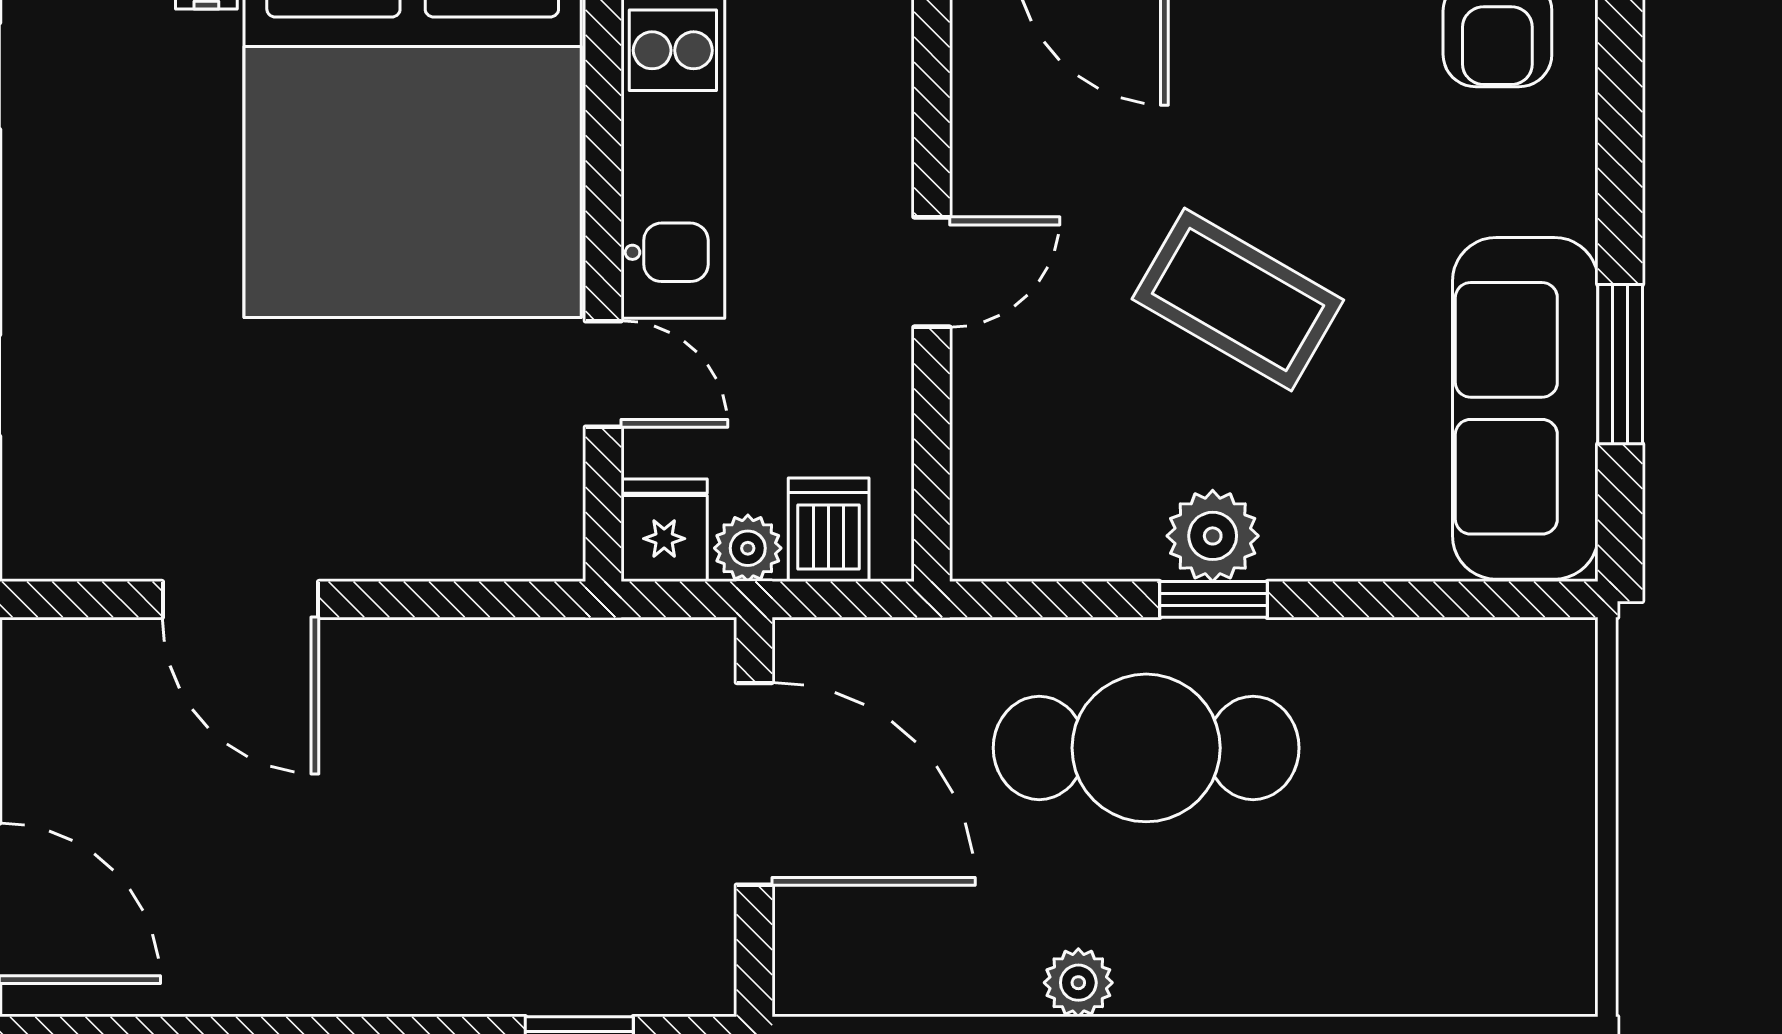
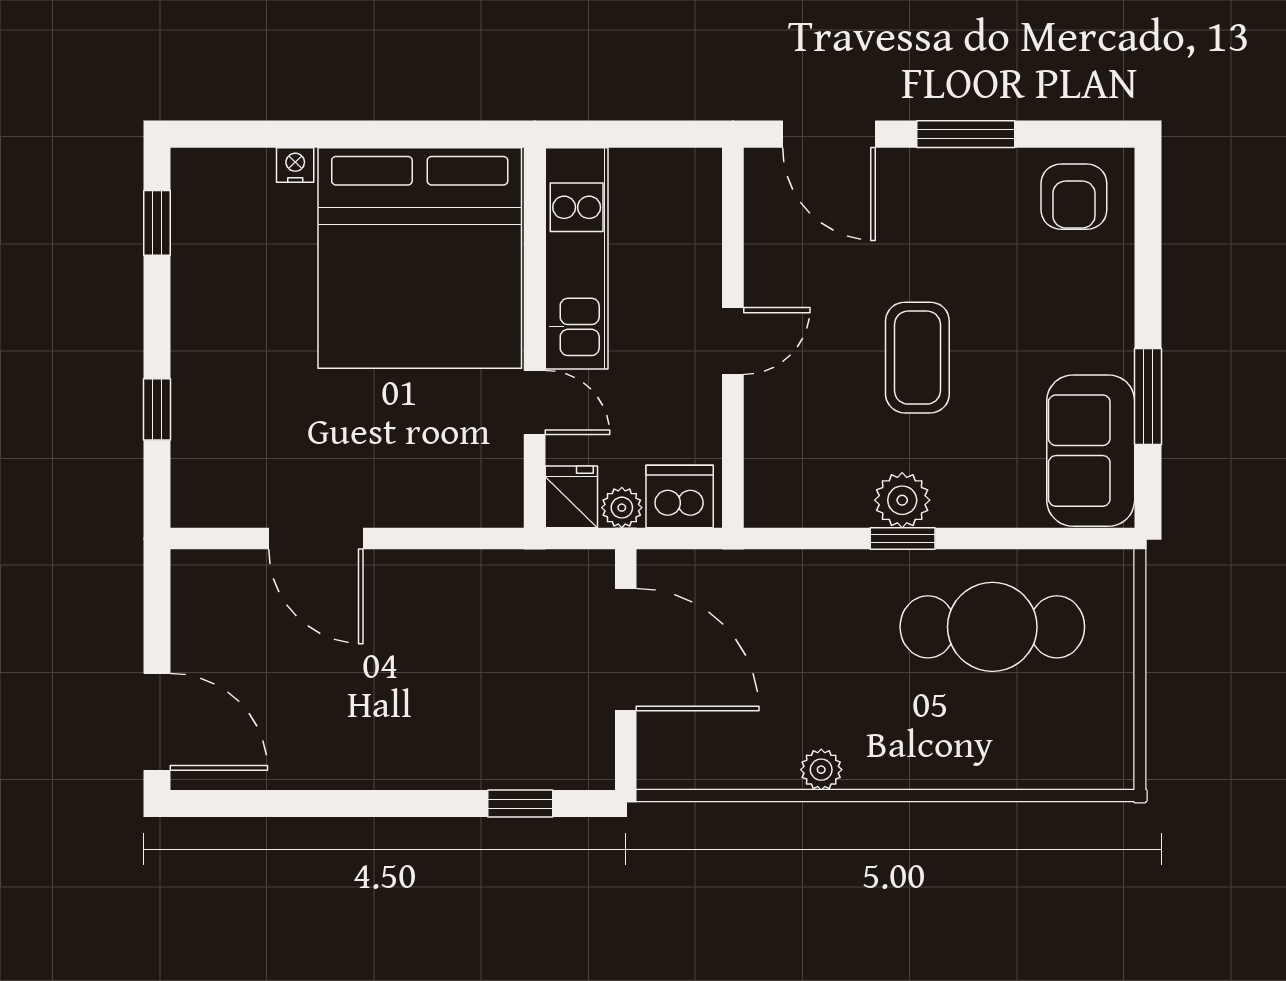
coffee table: (1238, 299) -> (917, 358), turned 60
sofa: (1525, 408) -> (1091, 451), width x0.73
dishwasher: (829, 530) -> (680, 496), width x1.38
cafe table: (1146, 748) -> (992, 627), moved

